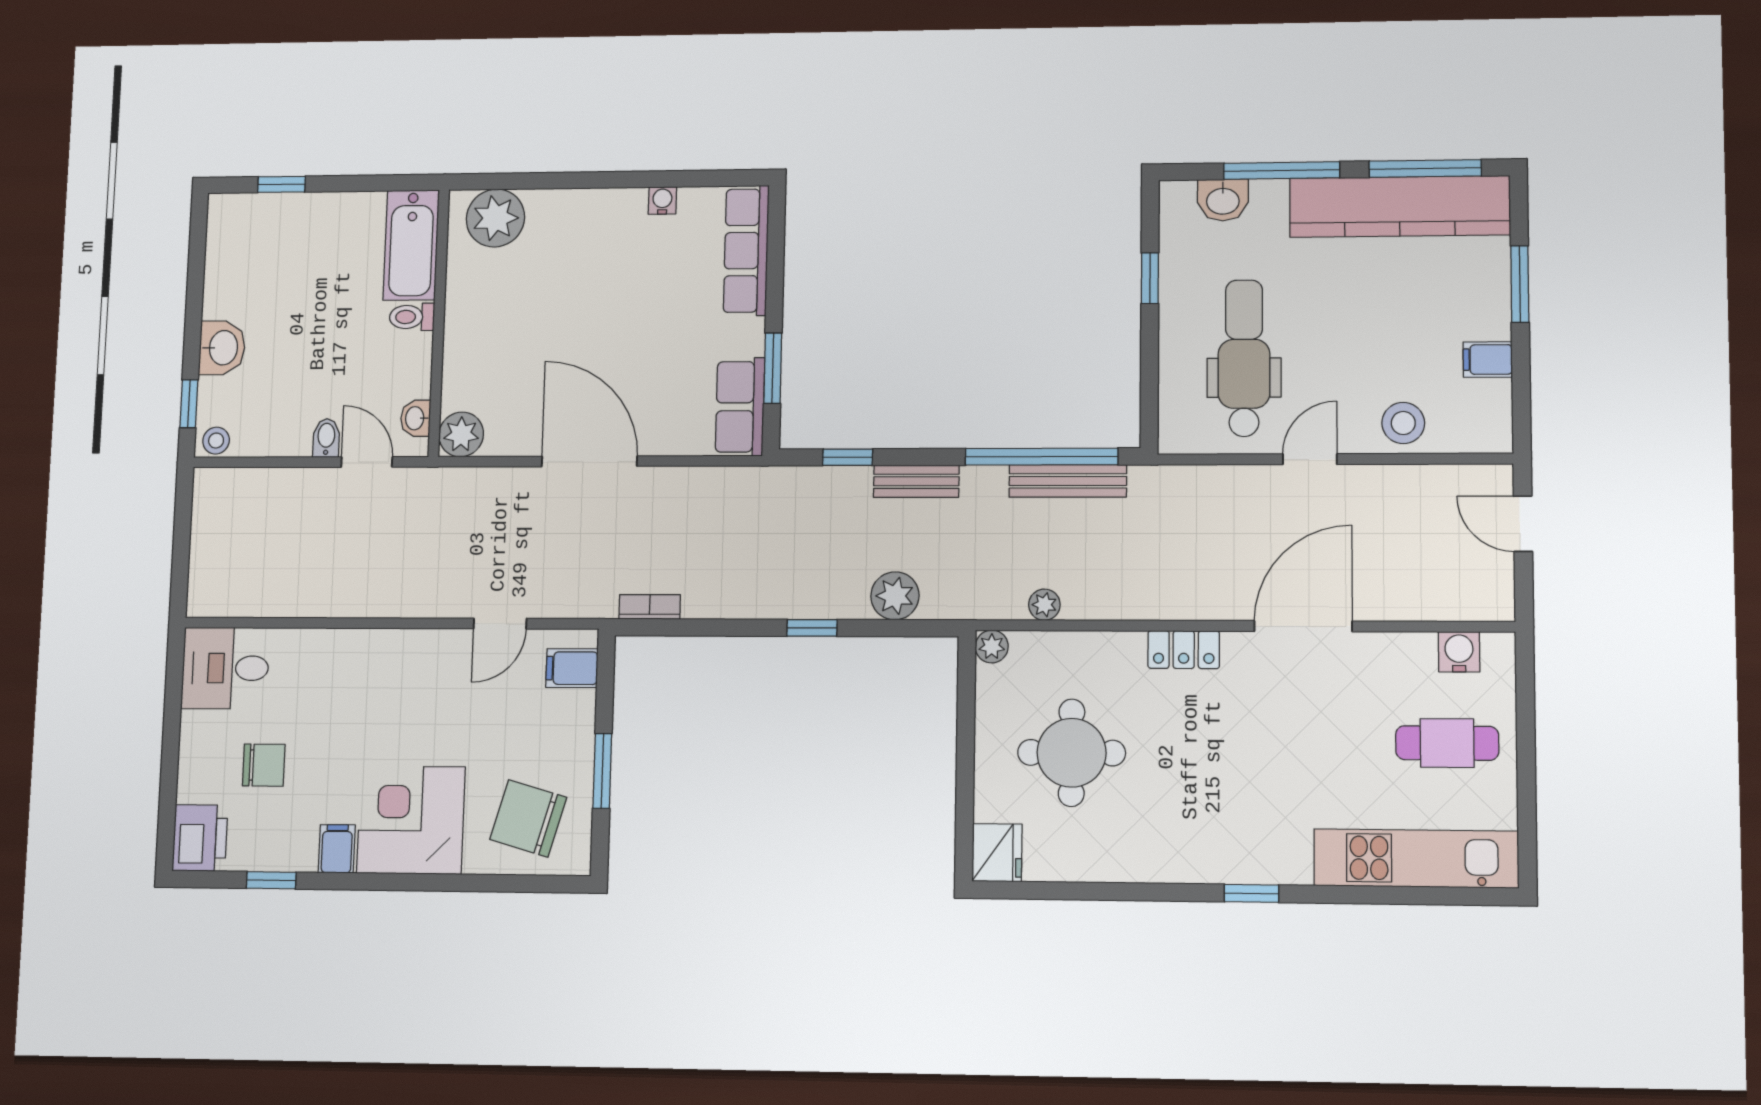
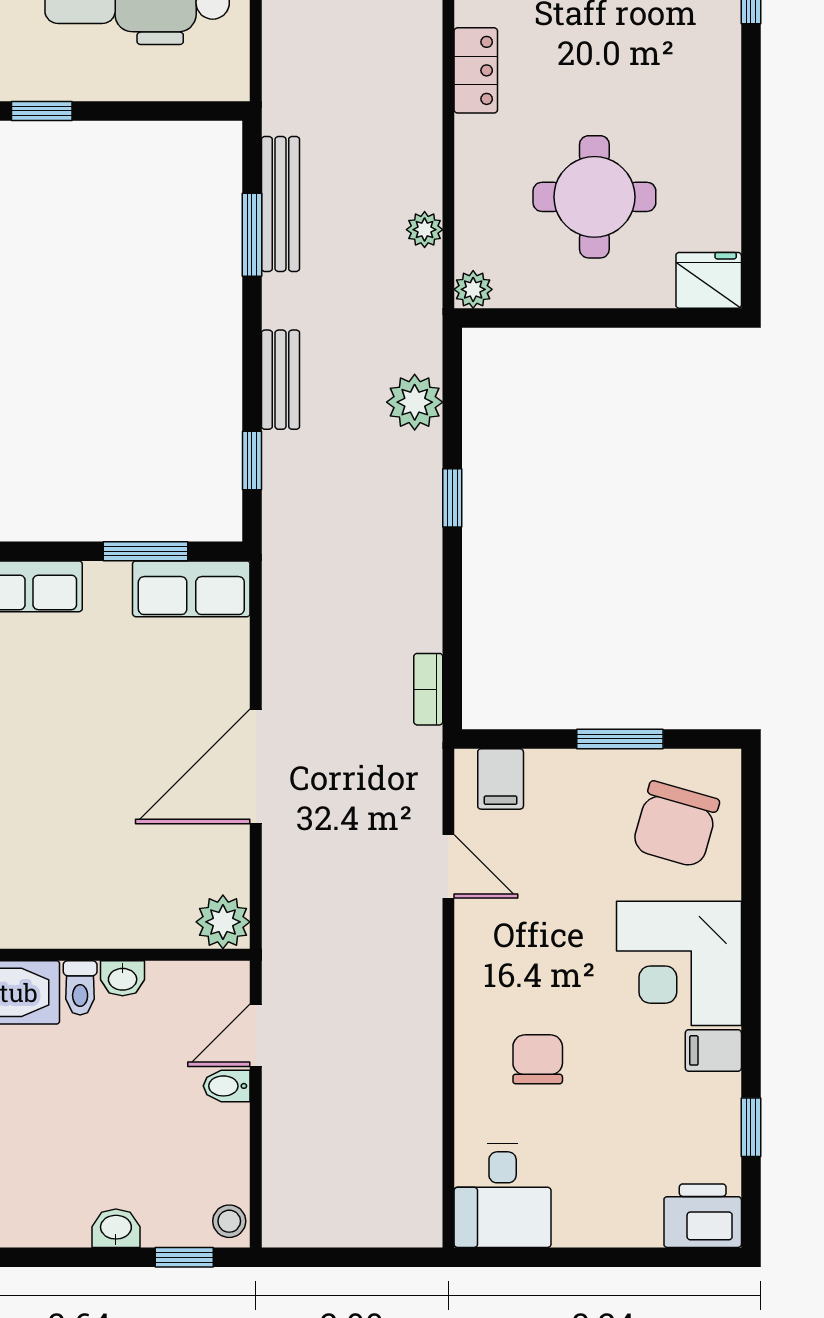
washbasin: (222, 348) -> (116, 1228), width x0.72, depth x0.69
washbasin: (415, 418) -> (123, 978), moved
window: (1041, 457) -> (252, 235), width x0.47
chair: (264, 765) -> (538, 1059), moved

